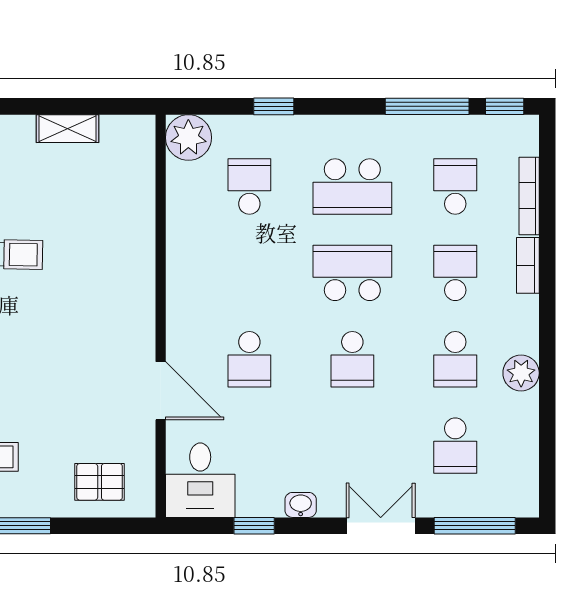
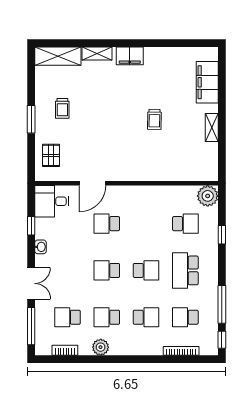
shelving: (68, 129) -> (212, 128), moved
school desk: (455, 187) -> (185, 317), turned 180
bookcase: (528, 265) -> (65, 350), moved
school desk: (352, 273) -> (146, 270), width x0.54

